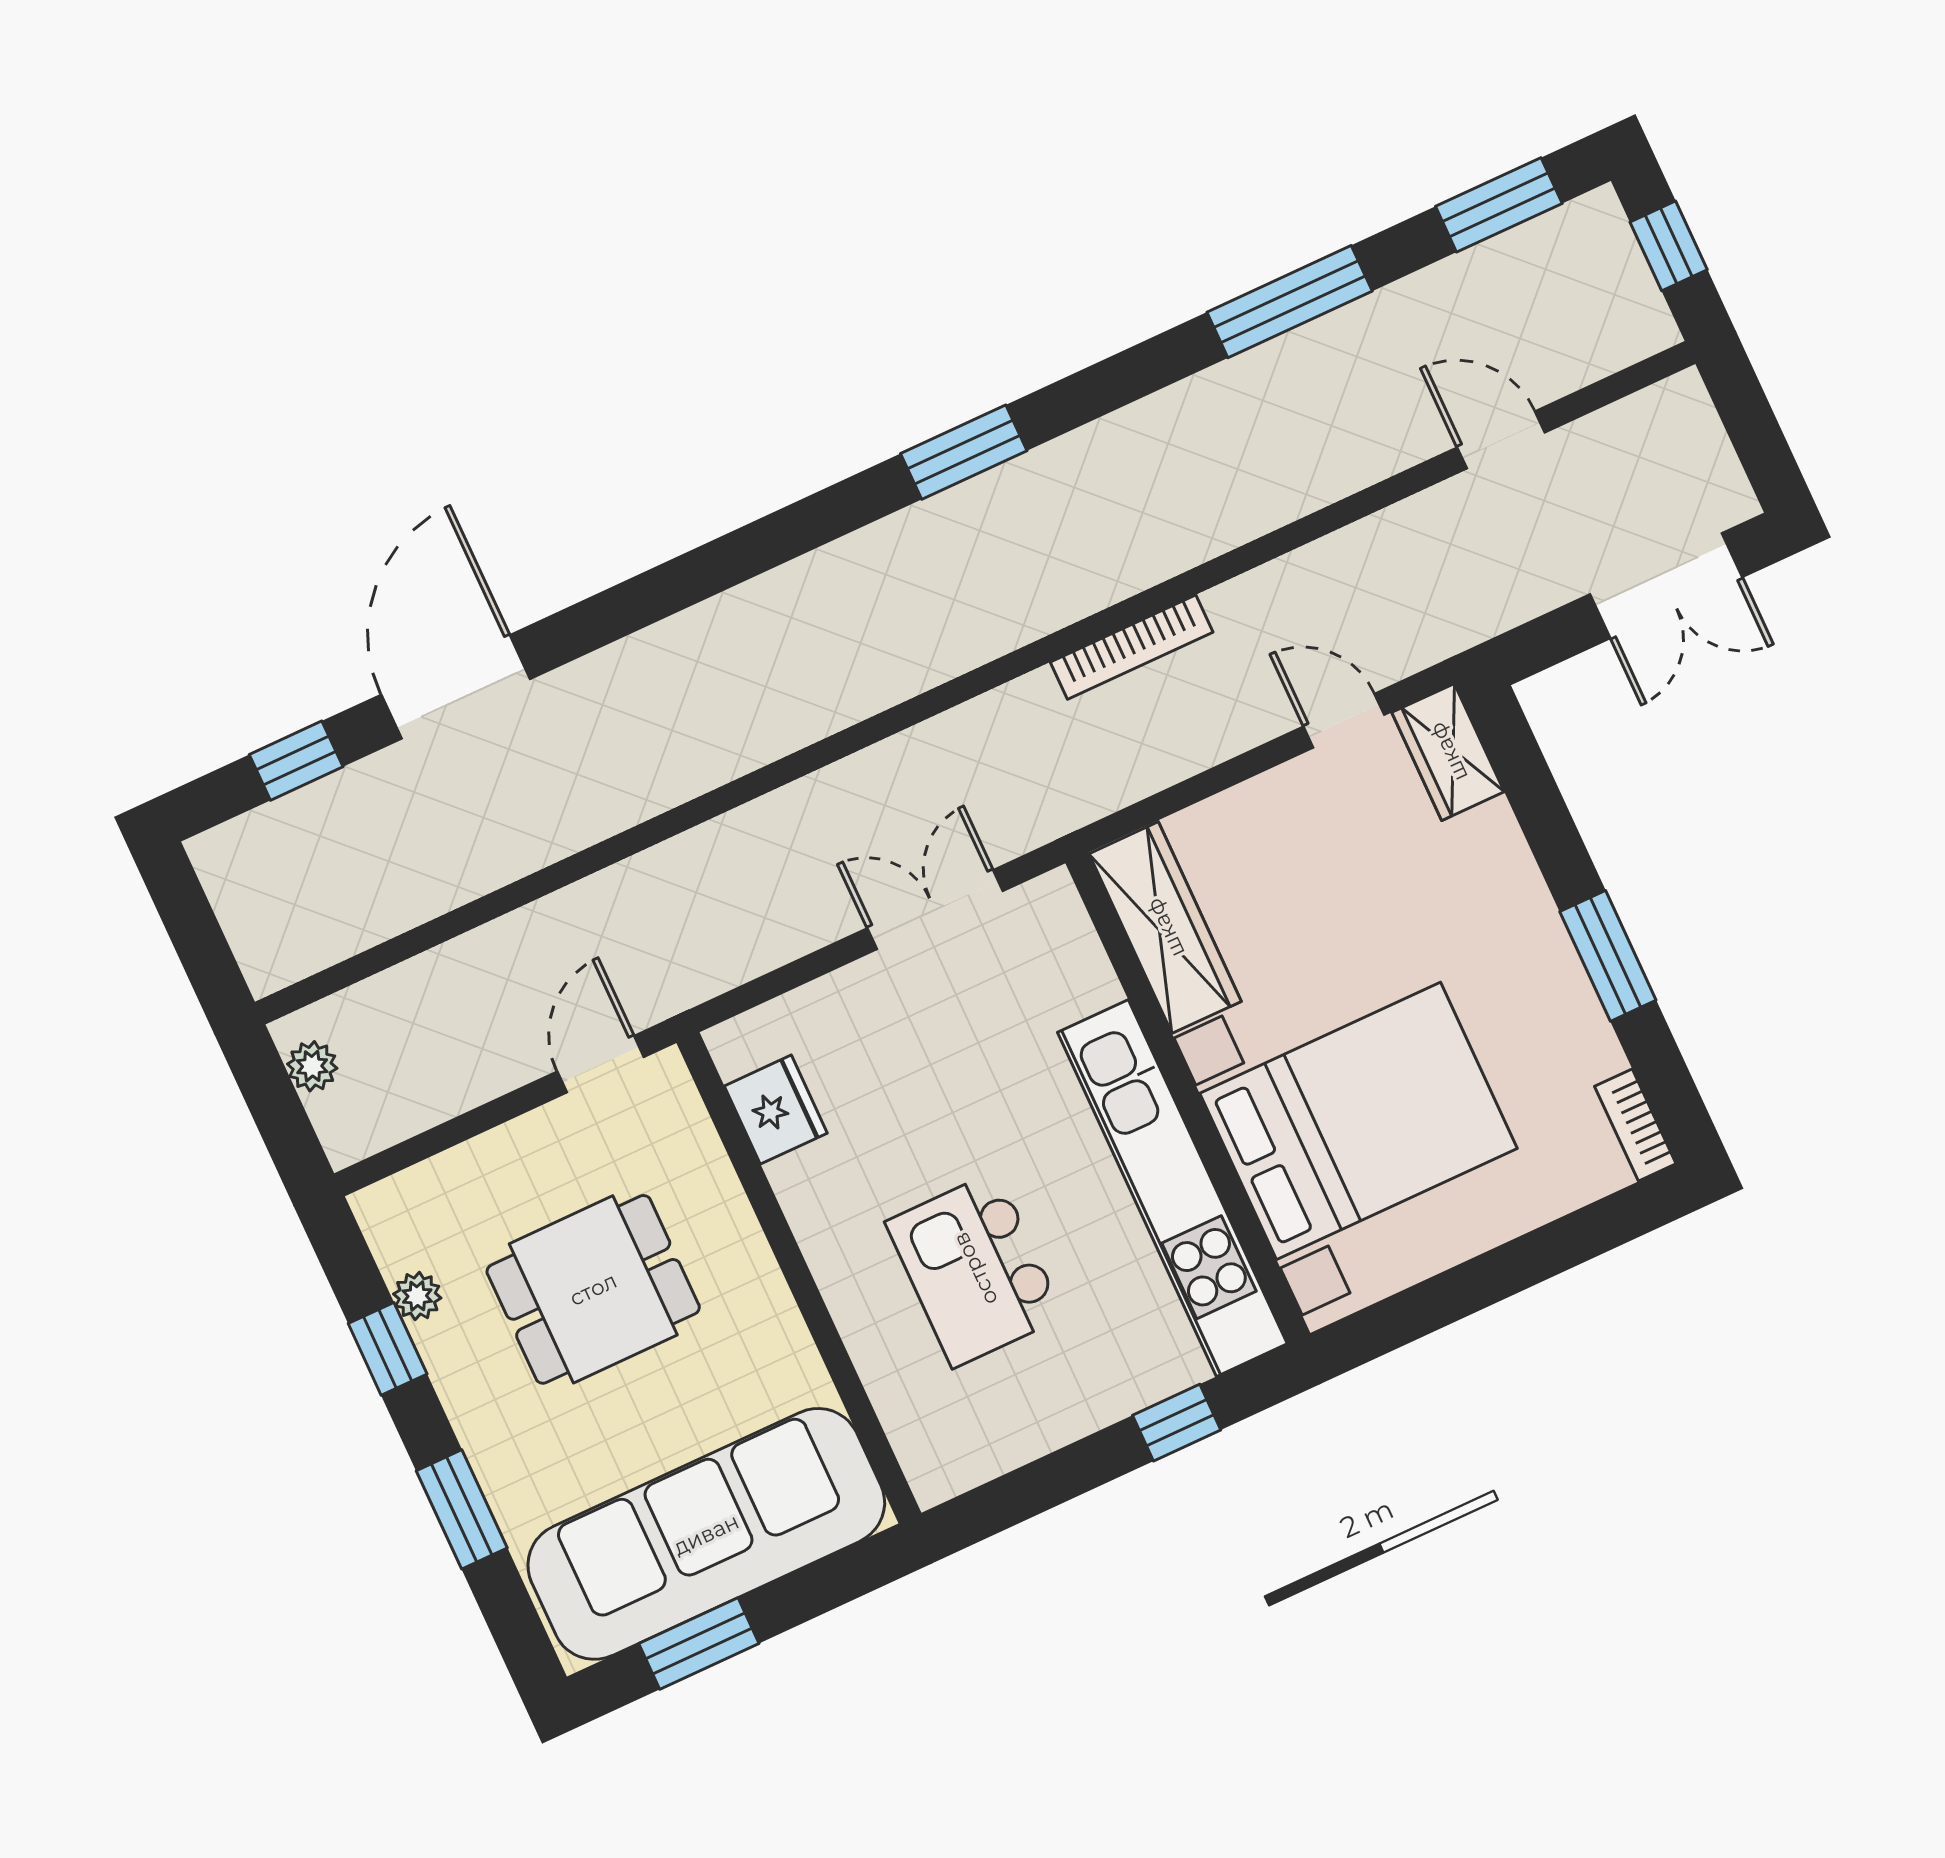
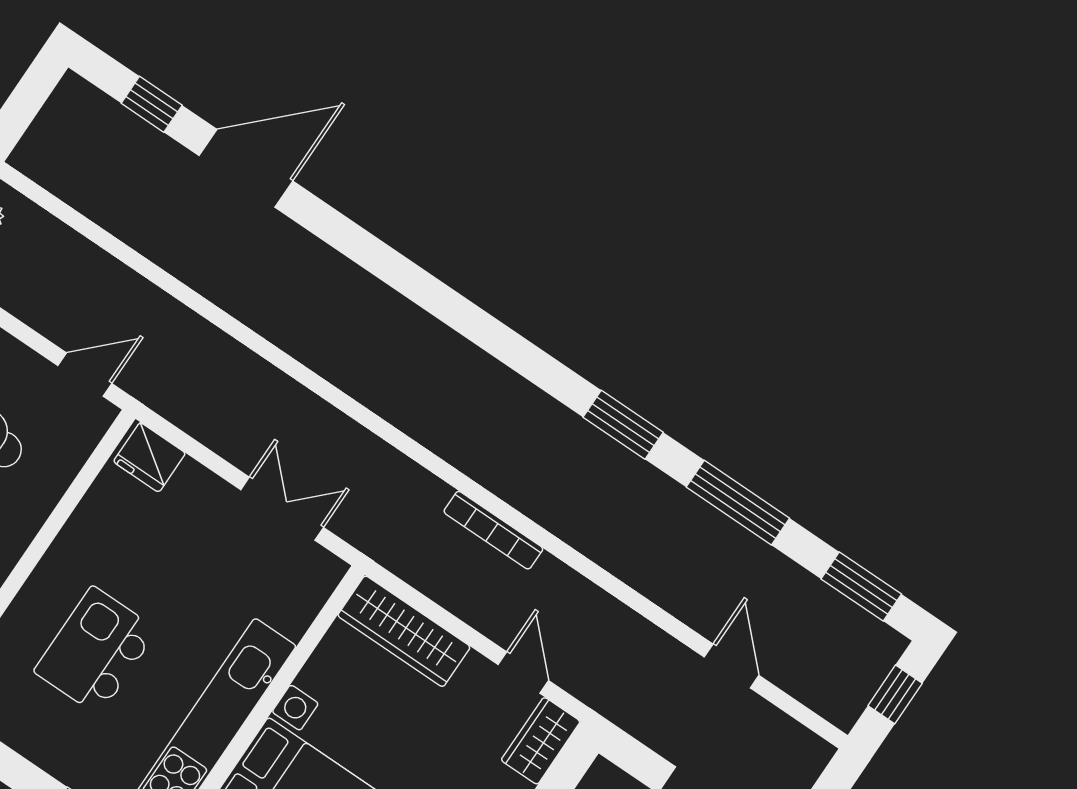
window: (964, 452) -> (623, 425), moved
wardrobe: (1165, 928) -> (404, 631), moved, turned 90
fridge: (776, 1110) -> (149, 457), moved, turned 90

